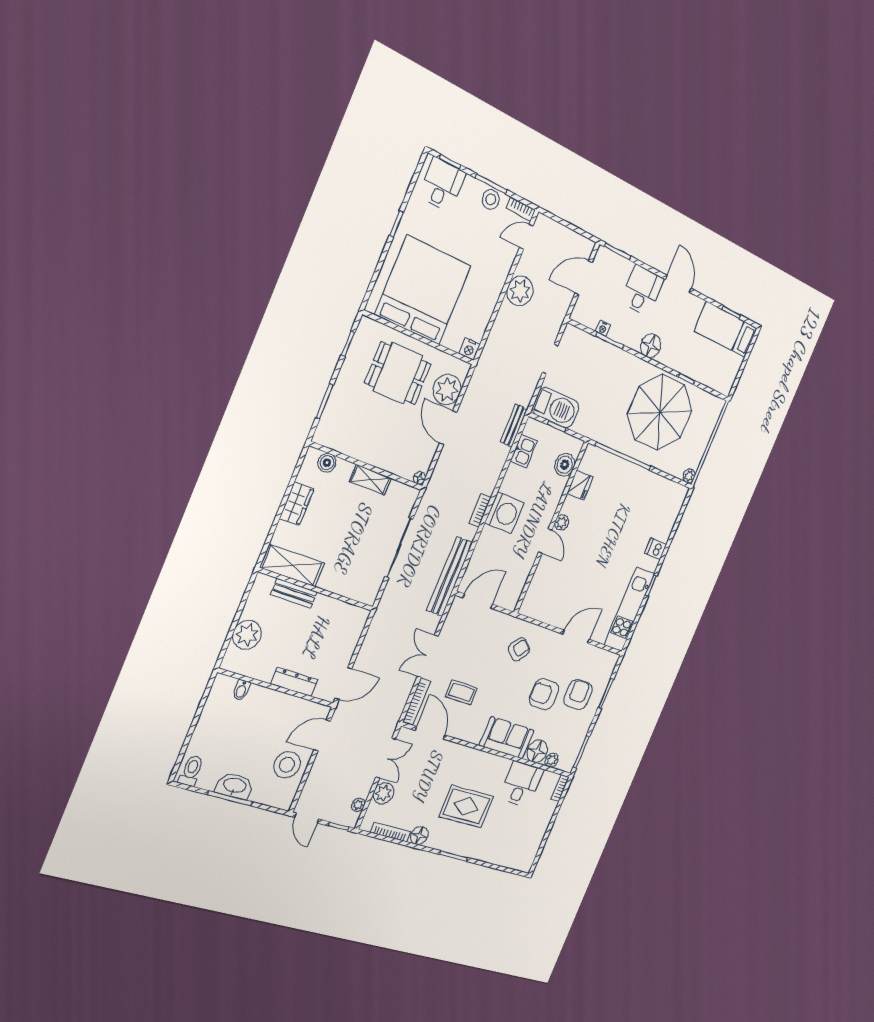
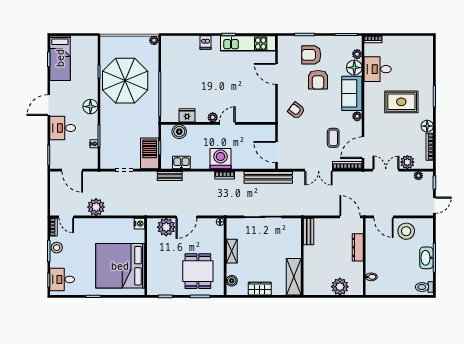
dining table: (398, 373) -> (198, 271), moved
bench: (294, 593) -> (309, 231), moved
plant: (475, 737) -> (357, 116), added
rug: (466, 806) -> (401, 102), turned 90

